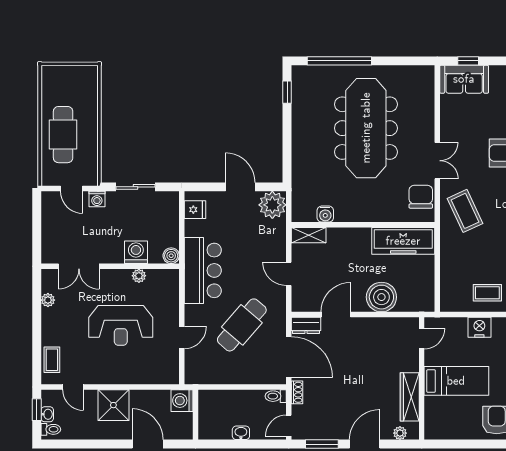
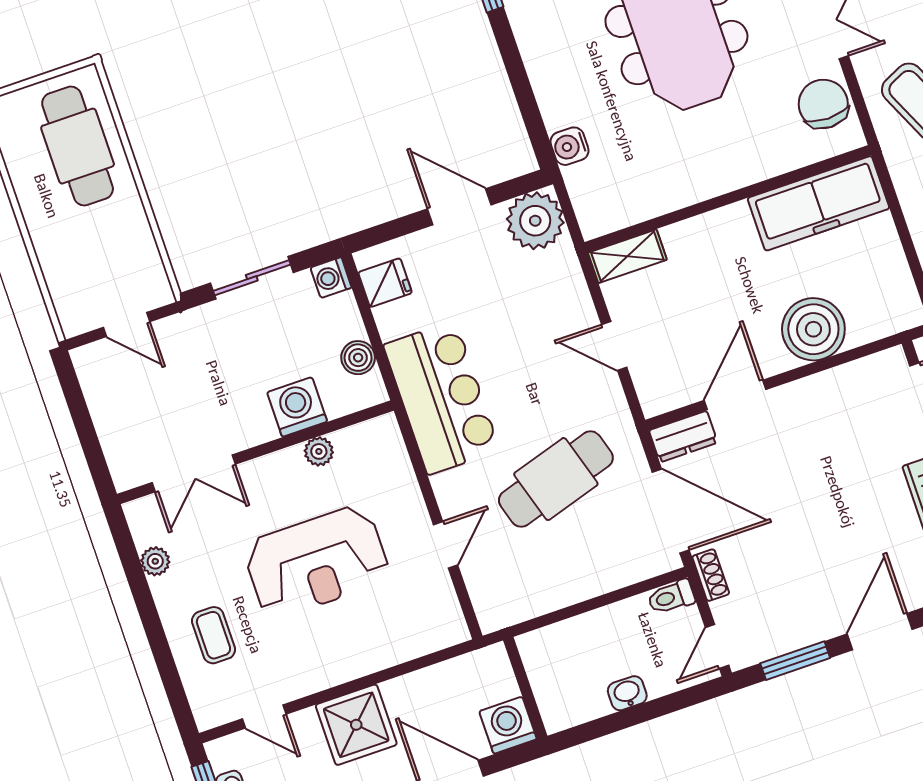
cafe table: (63, 135) -> (78, 146), moved
washing machine: (97, 199) -> (331, 278), moved, turned 90
water cooler: (325, 214) -> (570, 146), moved, turned 90
boiler: (171, 256) -> (358, 358), moved
cafe table: (242, 325) -> (556, 479), turned 32
coffee table: (52, 360) -> (213, 635), moved
washing machine: (182, 401) -> (508, 725), moved, turned 90

